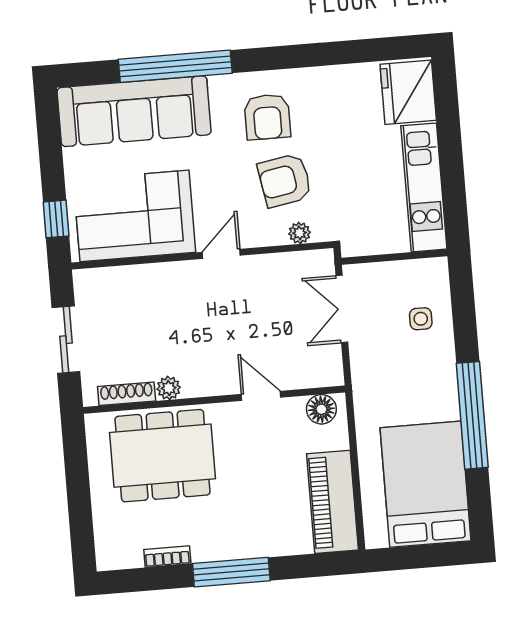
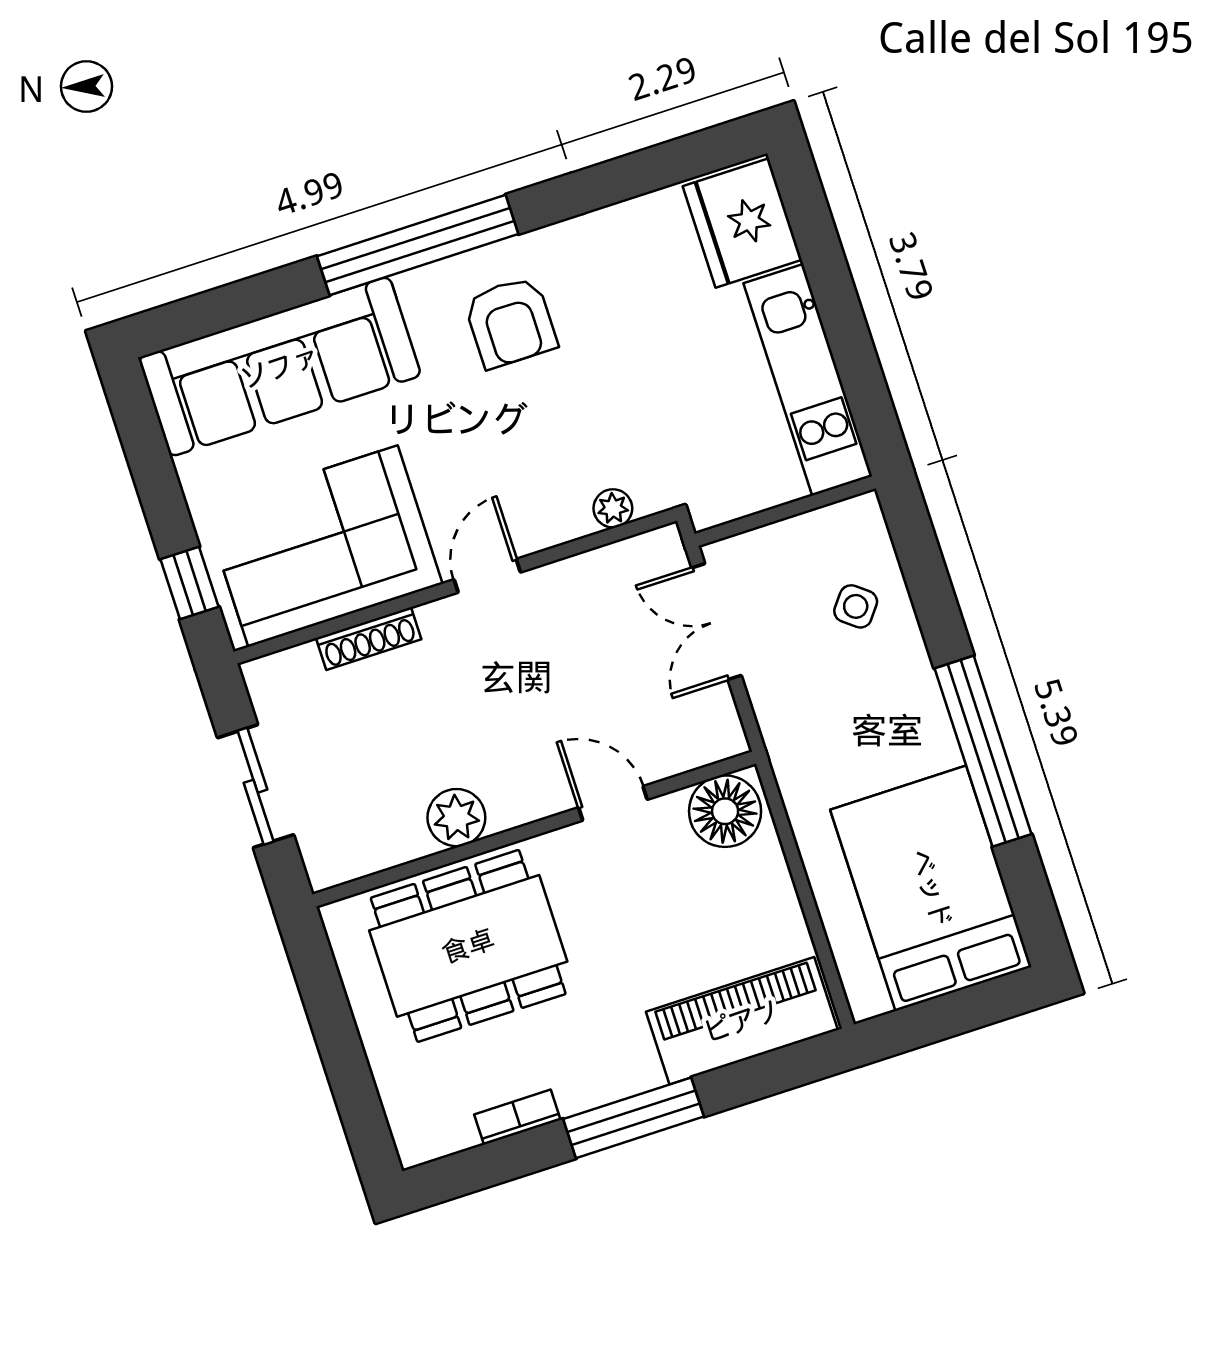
window: (175, 66) -> (418, 245), moved
armchair: (285, 180) -> (566, 424), removed
side table: (421, 319) -> (856, 606), turned 38
plant: (169, 388) -> (456, 818), width x1.38, depth x1.38
shoe rack: (127, 394) -> (369, 639), moved, turned 180
floor lamp: (321, 409) -> (725, 811), width x1.38, depth x1.38
piano: (332, 502) -> (742, 1021), moved, turned 90

